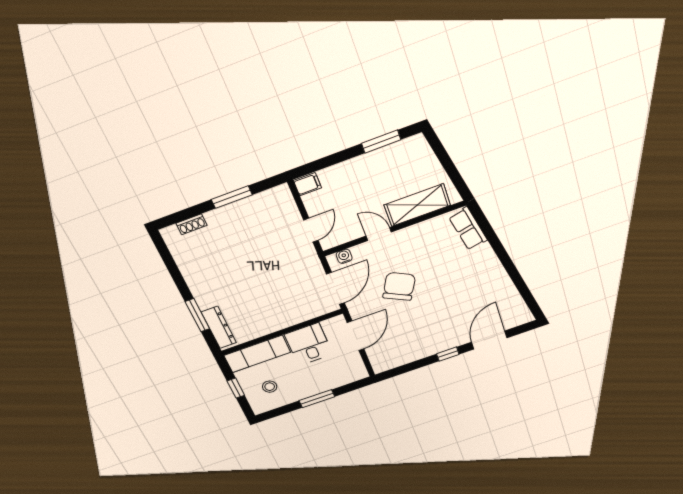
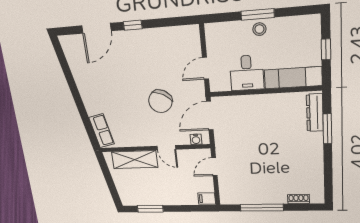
window: (232, 197) -> (262, 208), width x1.44
door: (356, 336) -> (206, 68), width x0.73
stool: (270, 387) -> (259, 29), moved

